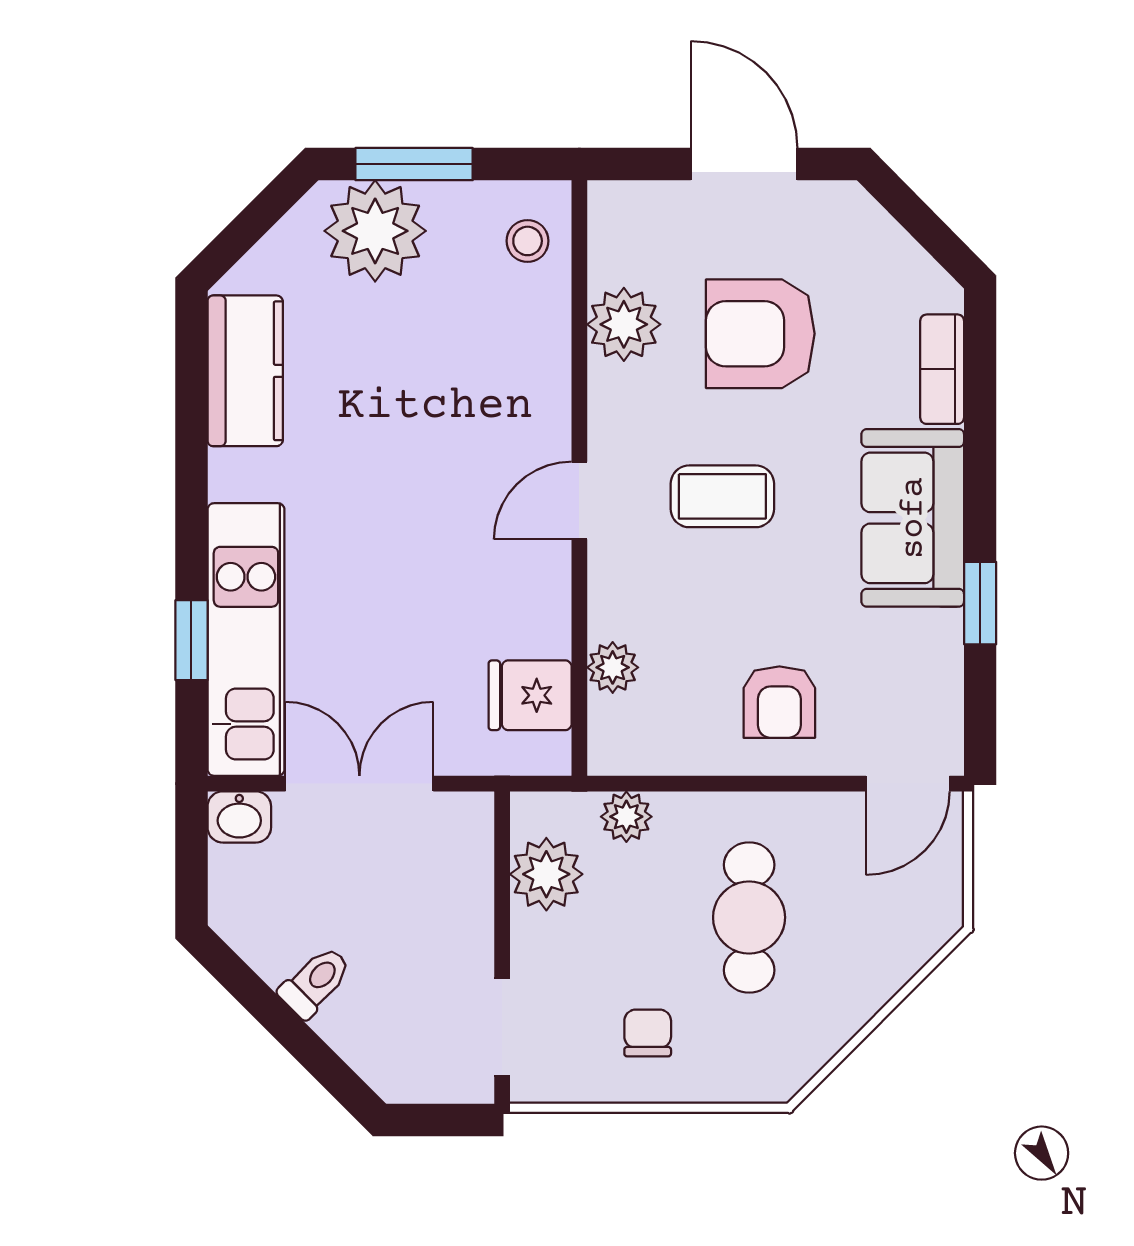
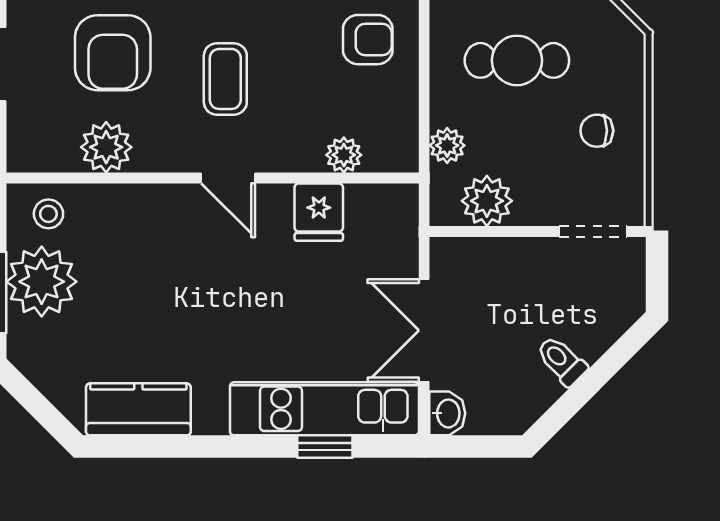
plant: (375, 231) -> (42, 282), moved
fridge: (530, 695) -> (319, 212), moved

